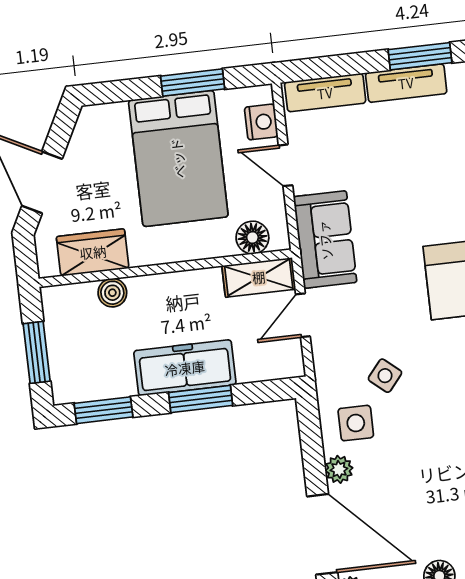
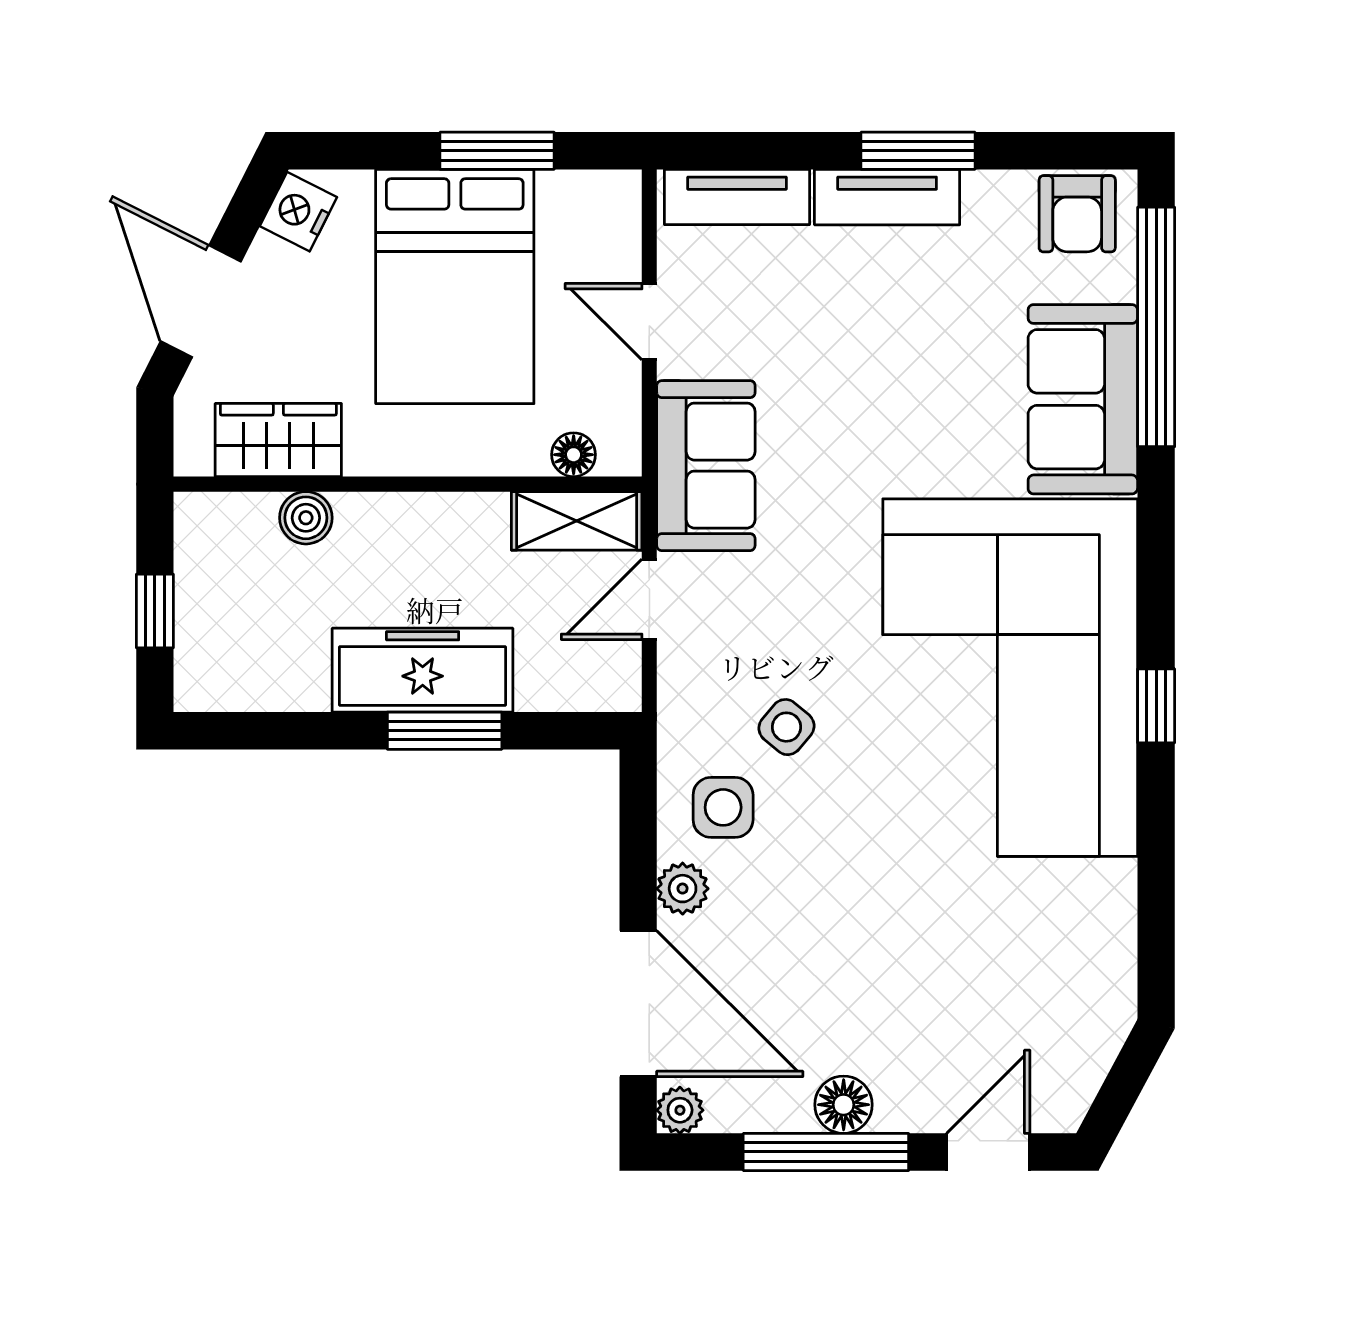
nightstand: (261, 122) -> (298, 212), moved, turned -153
floor lamp: (252, 237) -> (574, 455), width x0.73, depth x0.73
window: (37, 352) -> (155, 611), width x0.67
window: (104, 410) -> (265, 731), removed

